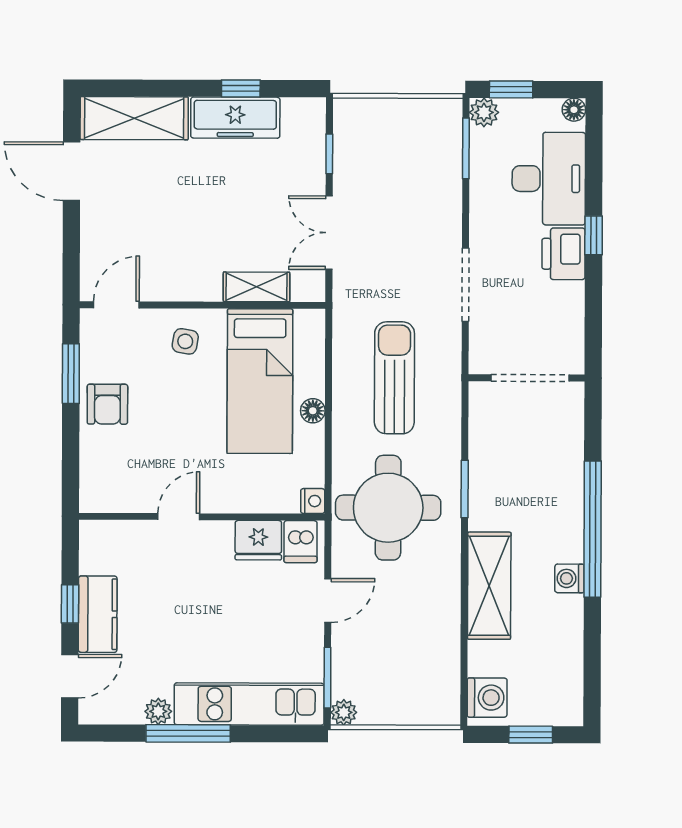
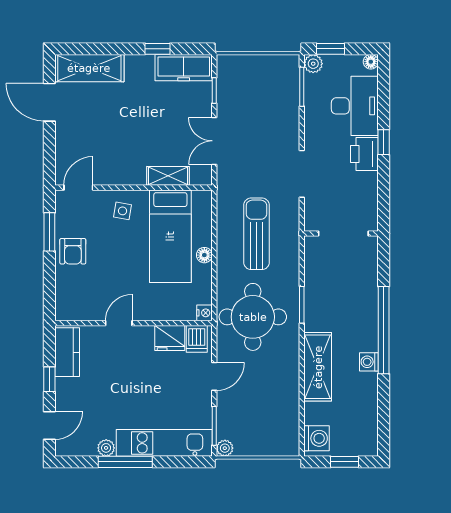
freezer: (235, 118) -> (184, 68), moved
kitchen counter: (98, 614) -> (67, 352), moved

